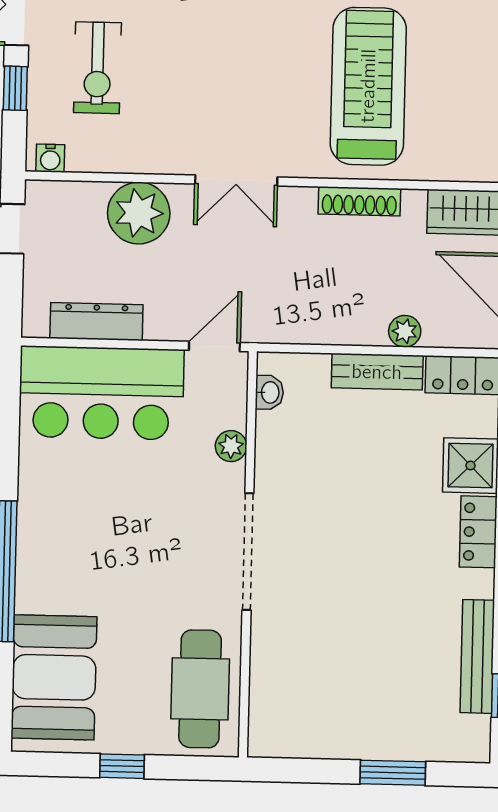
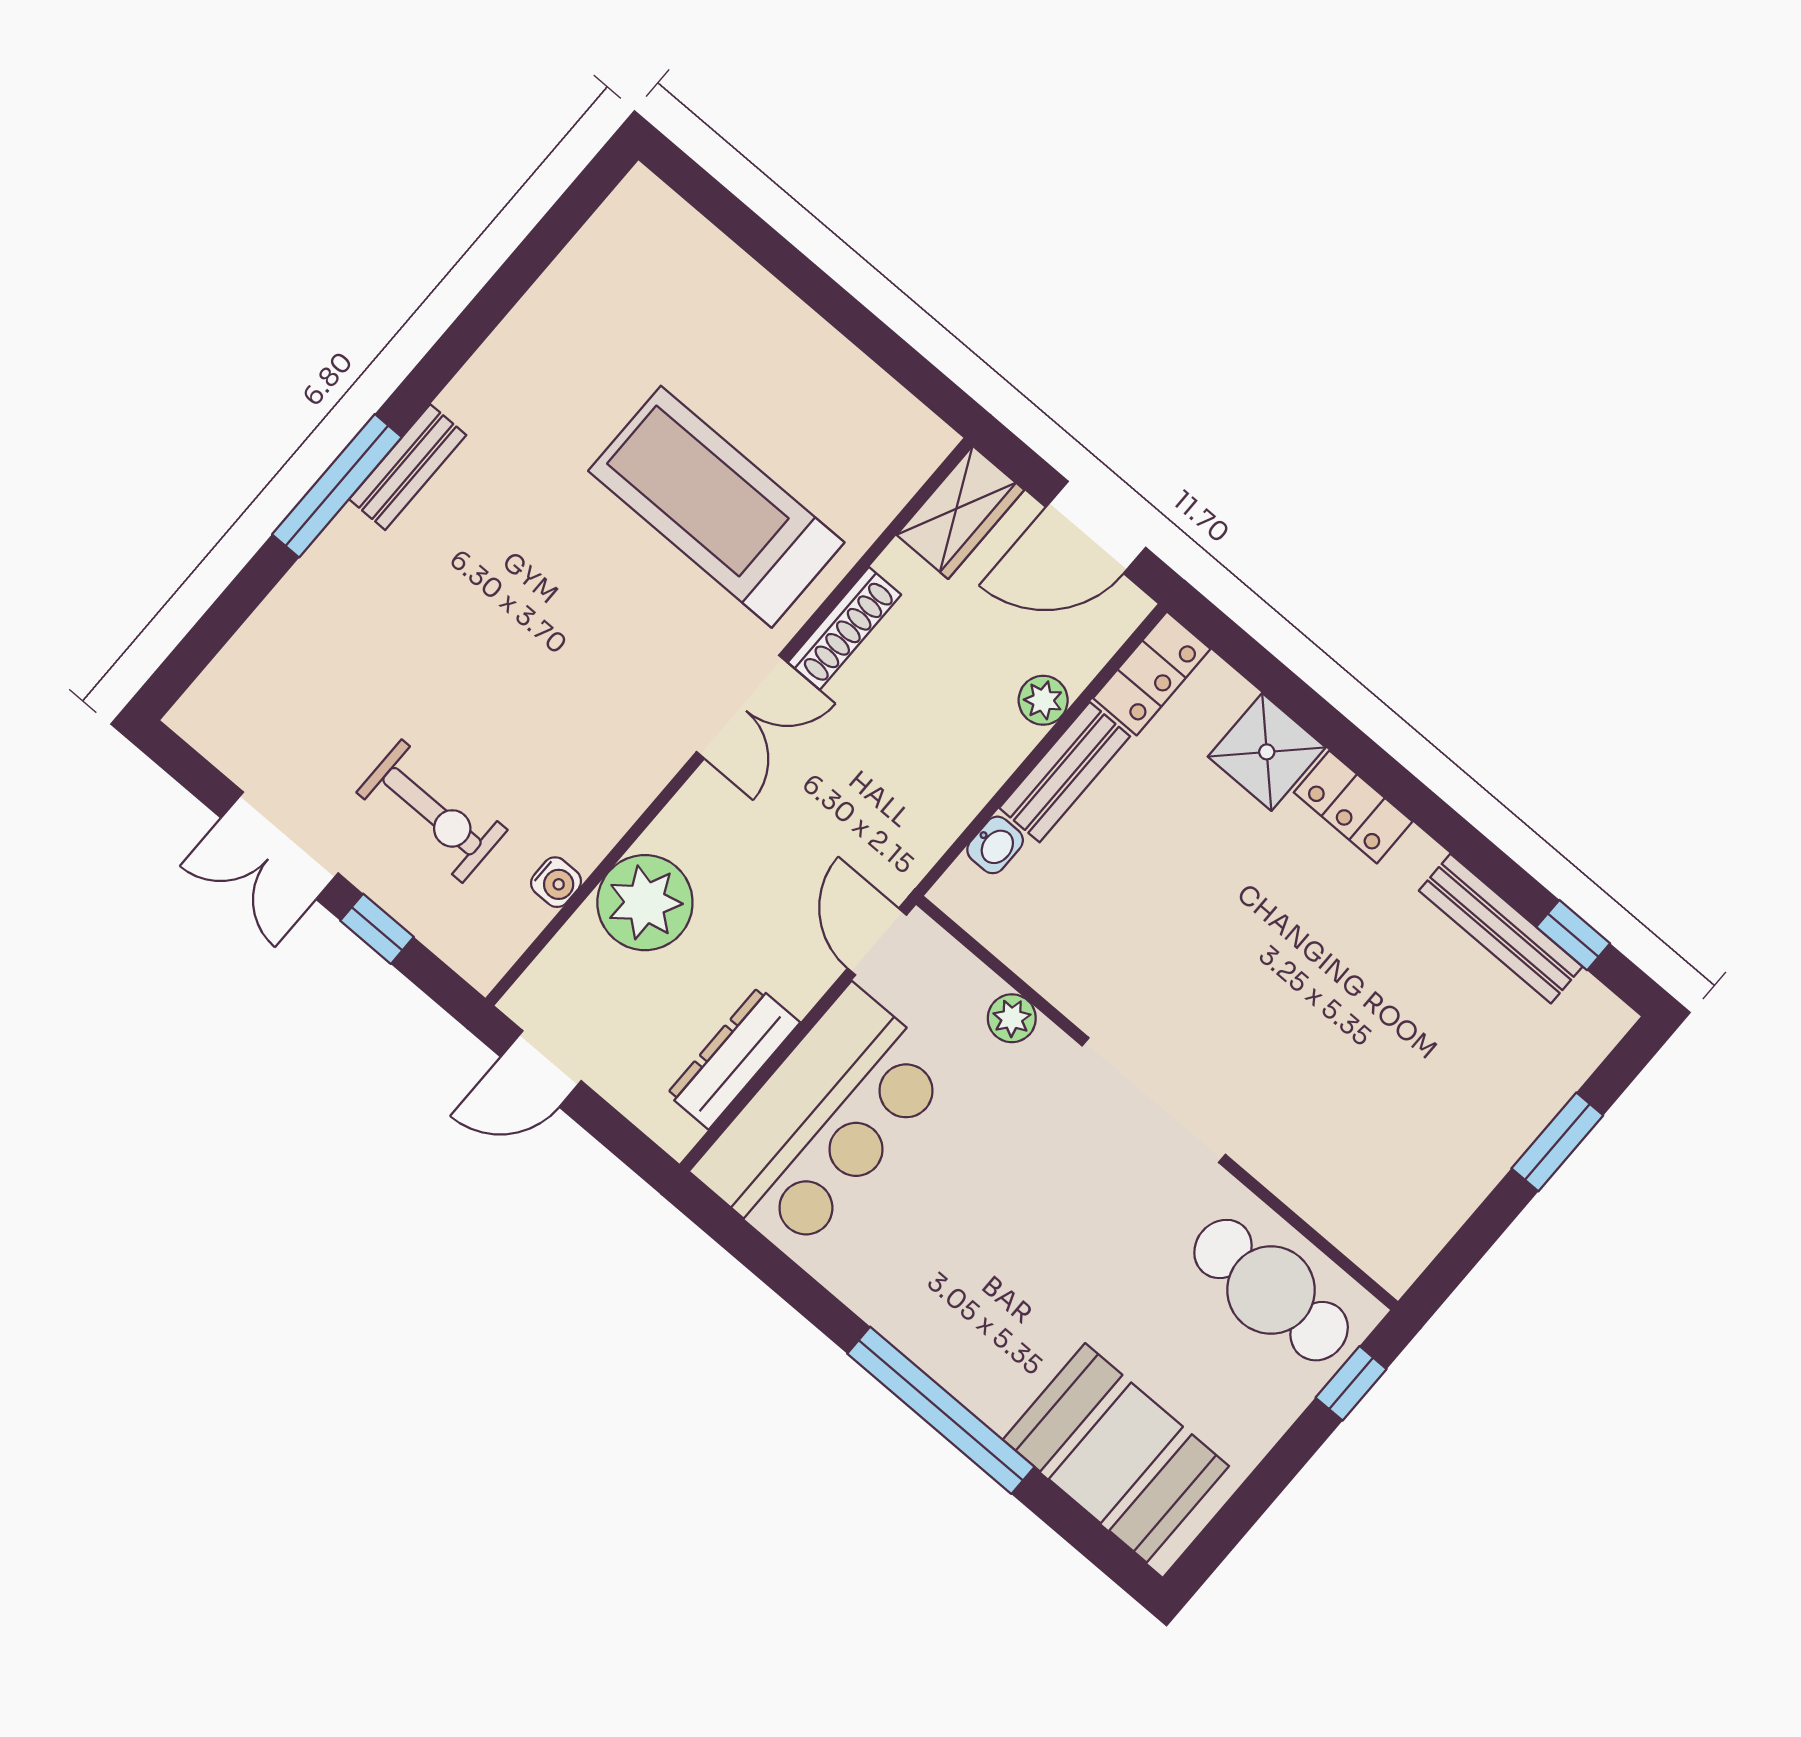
water cooler: (50, 158) -> (556, 882), moved
double door: (236, 180) -> (742, 707), moved
washbasin: (269, 392) -> (995, 845), moved, turned 90
window: (122, 766) -> (1351, 1383), moved

